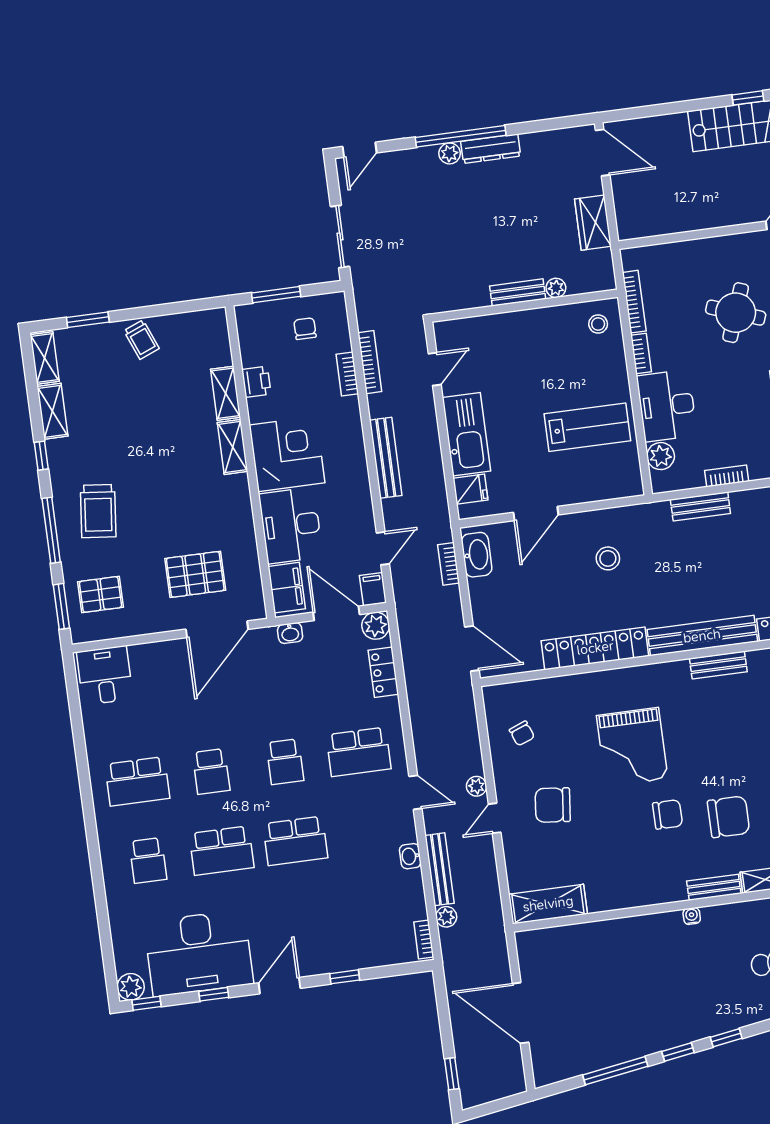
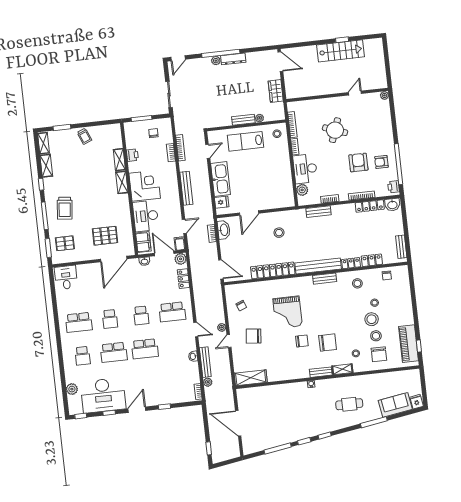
lab bench: (587, 427) -> (245, 141), moved, turned 180
plant: (131, 987) -> (72, 389), moved

